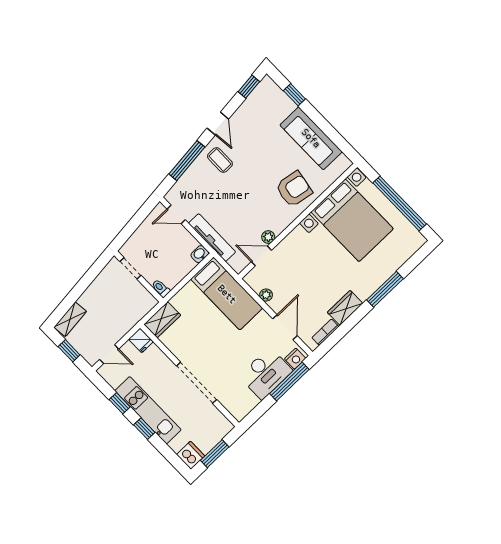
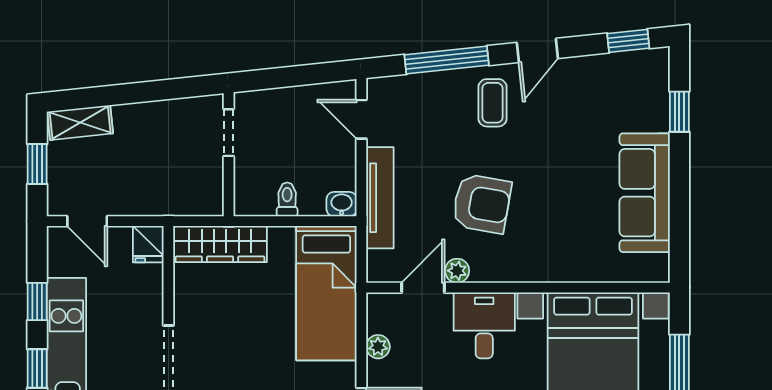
armchair: (294, 189) -> (482, 204), moved
desk: (299, 248) -> (484, 325), added
door: (261, 256) -> (423, 288), hinge flipped
toilet: (161, 288) -> (287, 199), moved
wardrobe: (162, 320) -> (220, 244), width x1.50

